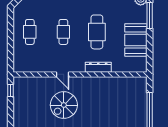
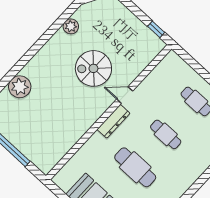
dresser: (98, 67) -> (113, 121), moved
spiral stairs: (64, 105) -> (93, 68), turned -90

